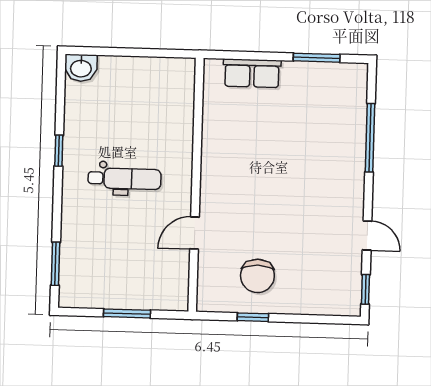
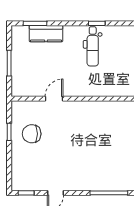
dental chair: (125, 179) -> (93, 46), moved
door: (194, 233) -> (54, 99), hinge flipped
kitchen counter: (75, 244) -> (46, 34), added

